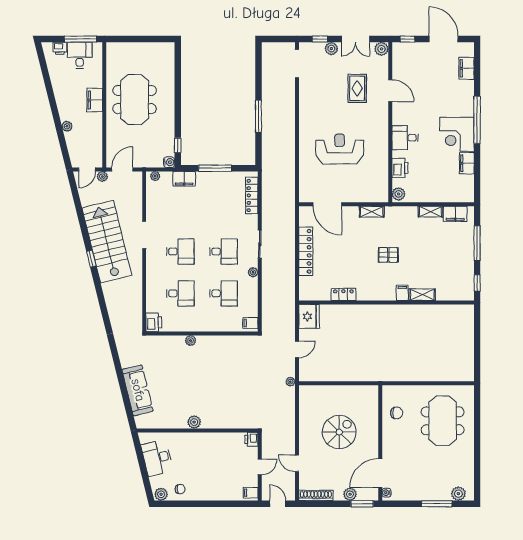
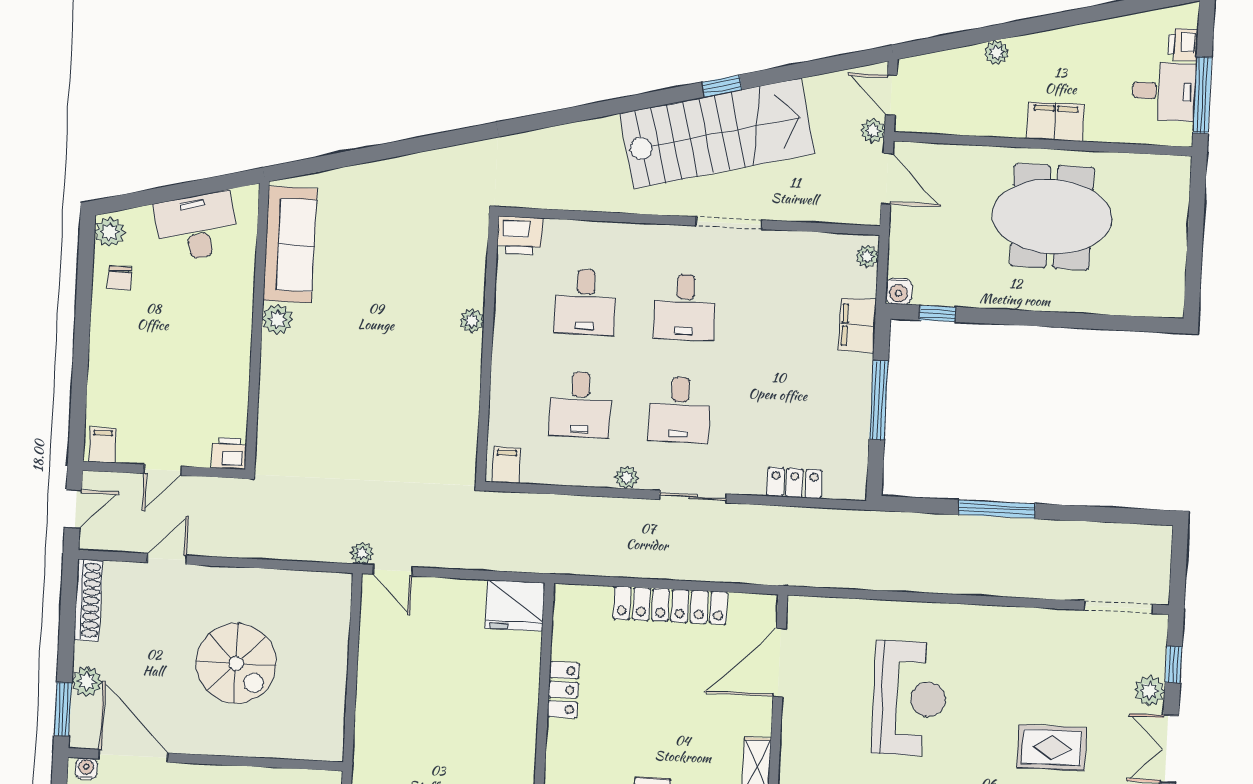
locker: (252, 195) -> (795, 483), width x0.66
window: (91, 259) -> (722, 86), moved
door: (297, 349) -> (393, 570), moved
sofa: (138, 390) -> (290, 245), moved, turned -76
door: (260, 467) -> (163, 470), hinge flipped

